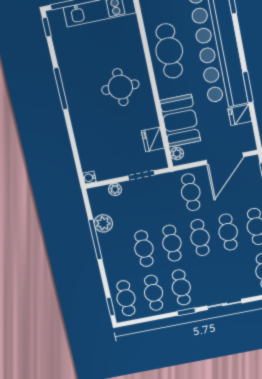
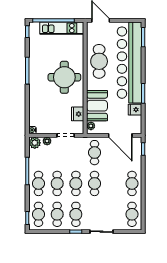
round table: (120, 87) -> (64, 77), width x1.36, depth x1.36
door: (225, 159) -> (120, 135), hinge flipped
plant: (103, 223) -> (35, 143), moved
cafe table: (228, 232) -> (38, 183), moved

